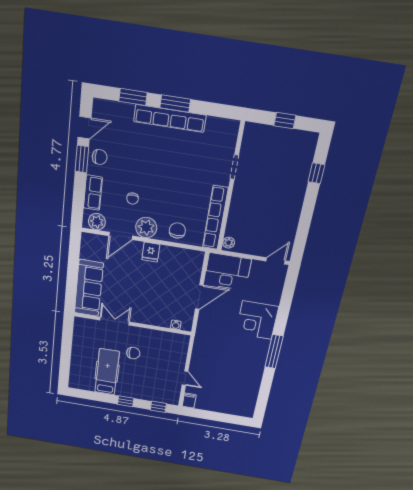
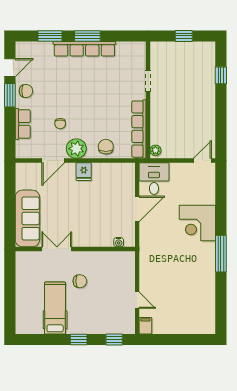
plant: (97, 222) -> (29, 151), removed
desk: (227, 272) -> (154, 179), width x0.73

